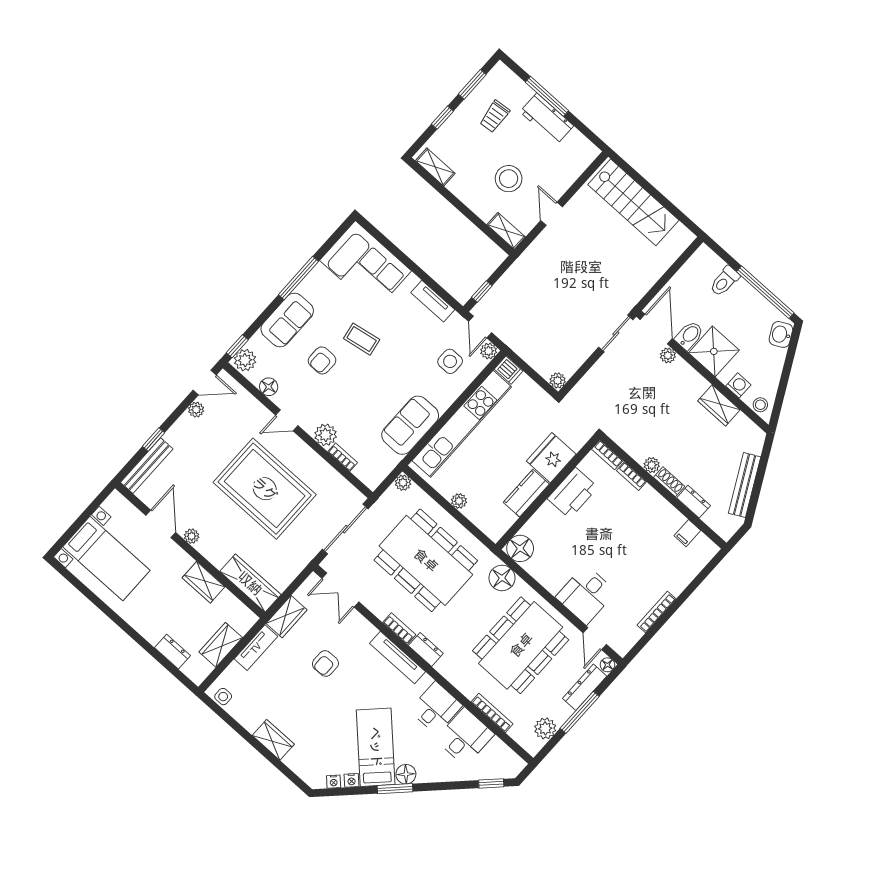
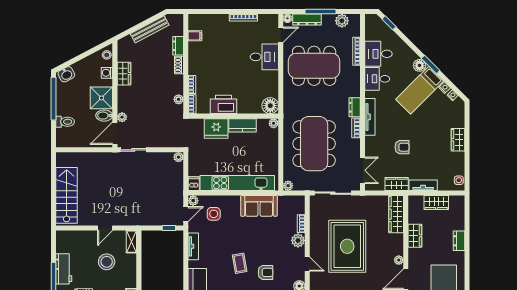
plant: (652, 465) -> (179, 99), moved
plant: (459, 501) -> (274, 123), moved
floor lamp: (502, 578) -> (291, 102), removed
dresser: (172, 652) -> (459, 241), moved

